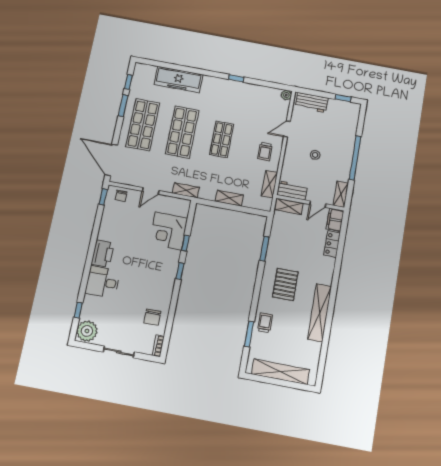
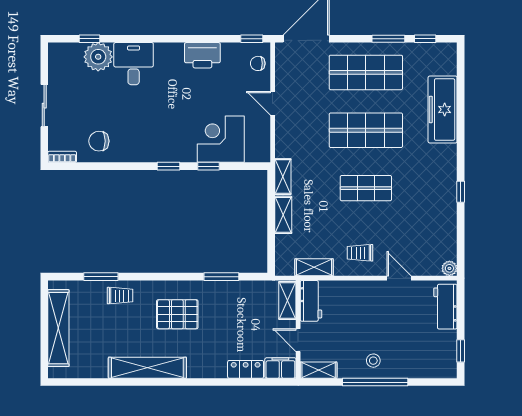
stool: (315, 155) -> (373, 361), moved
shelving: (186, 190) -> (283, 177), moved
printer: (103, 254) -> (202, 55), moved
plant: (87, 331) -> (98, 57), moved

